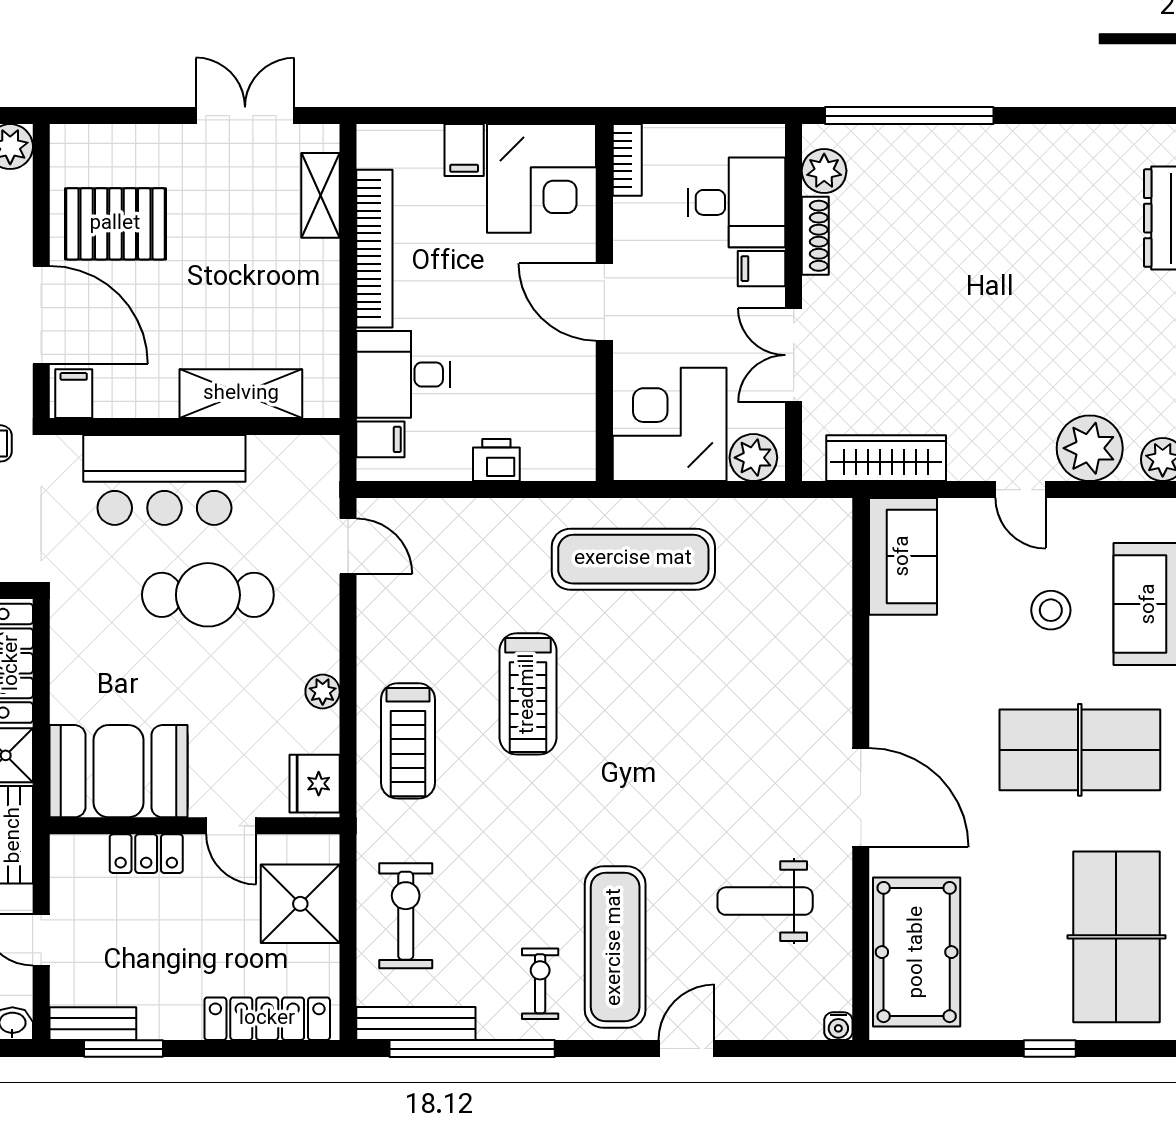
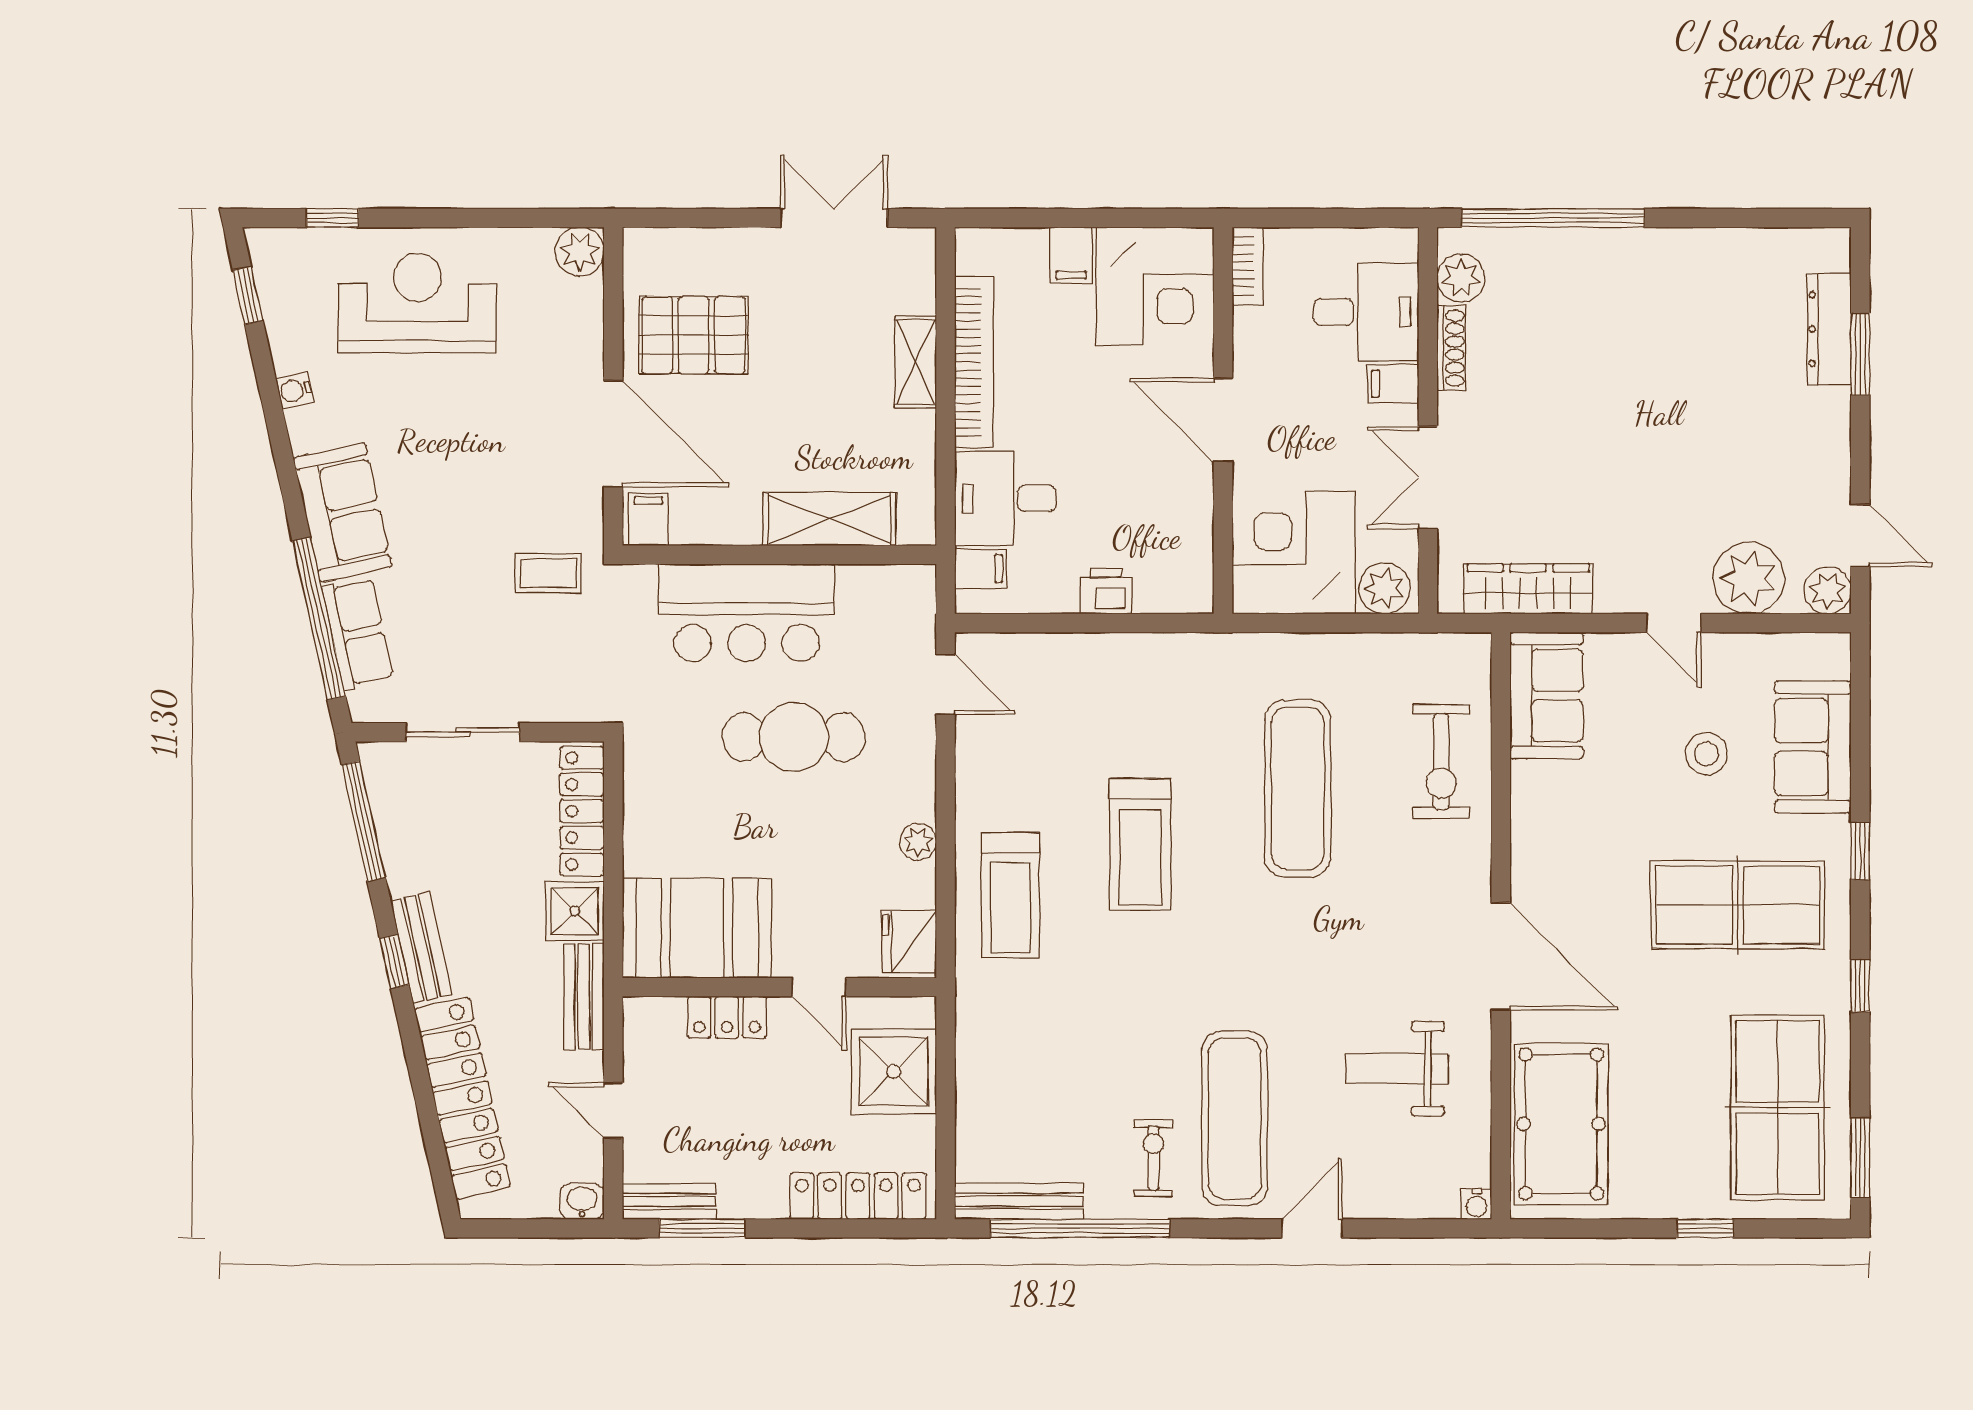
shelving: (320, 195) -> (916, 362), moved
exercise mat: (633, 559) -> (1298, 788), moved, turned 90
exercise bike: (406, 916) -> (1441, 761), moved, turned 180

